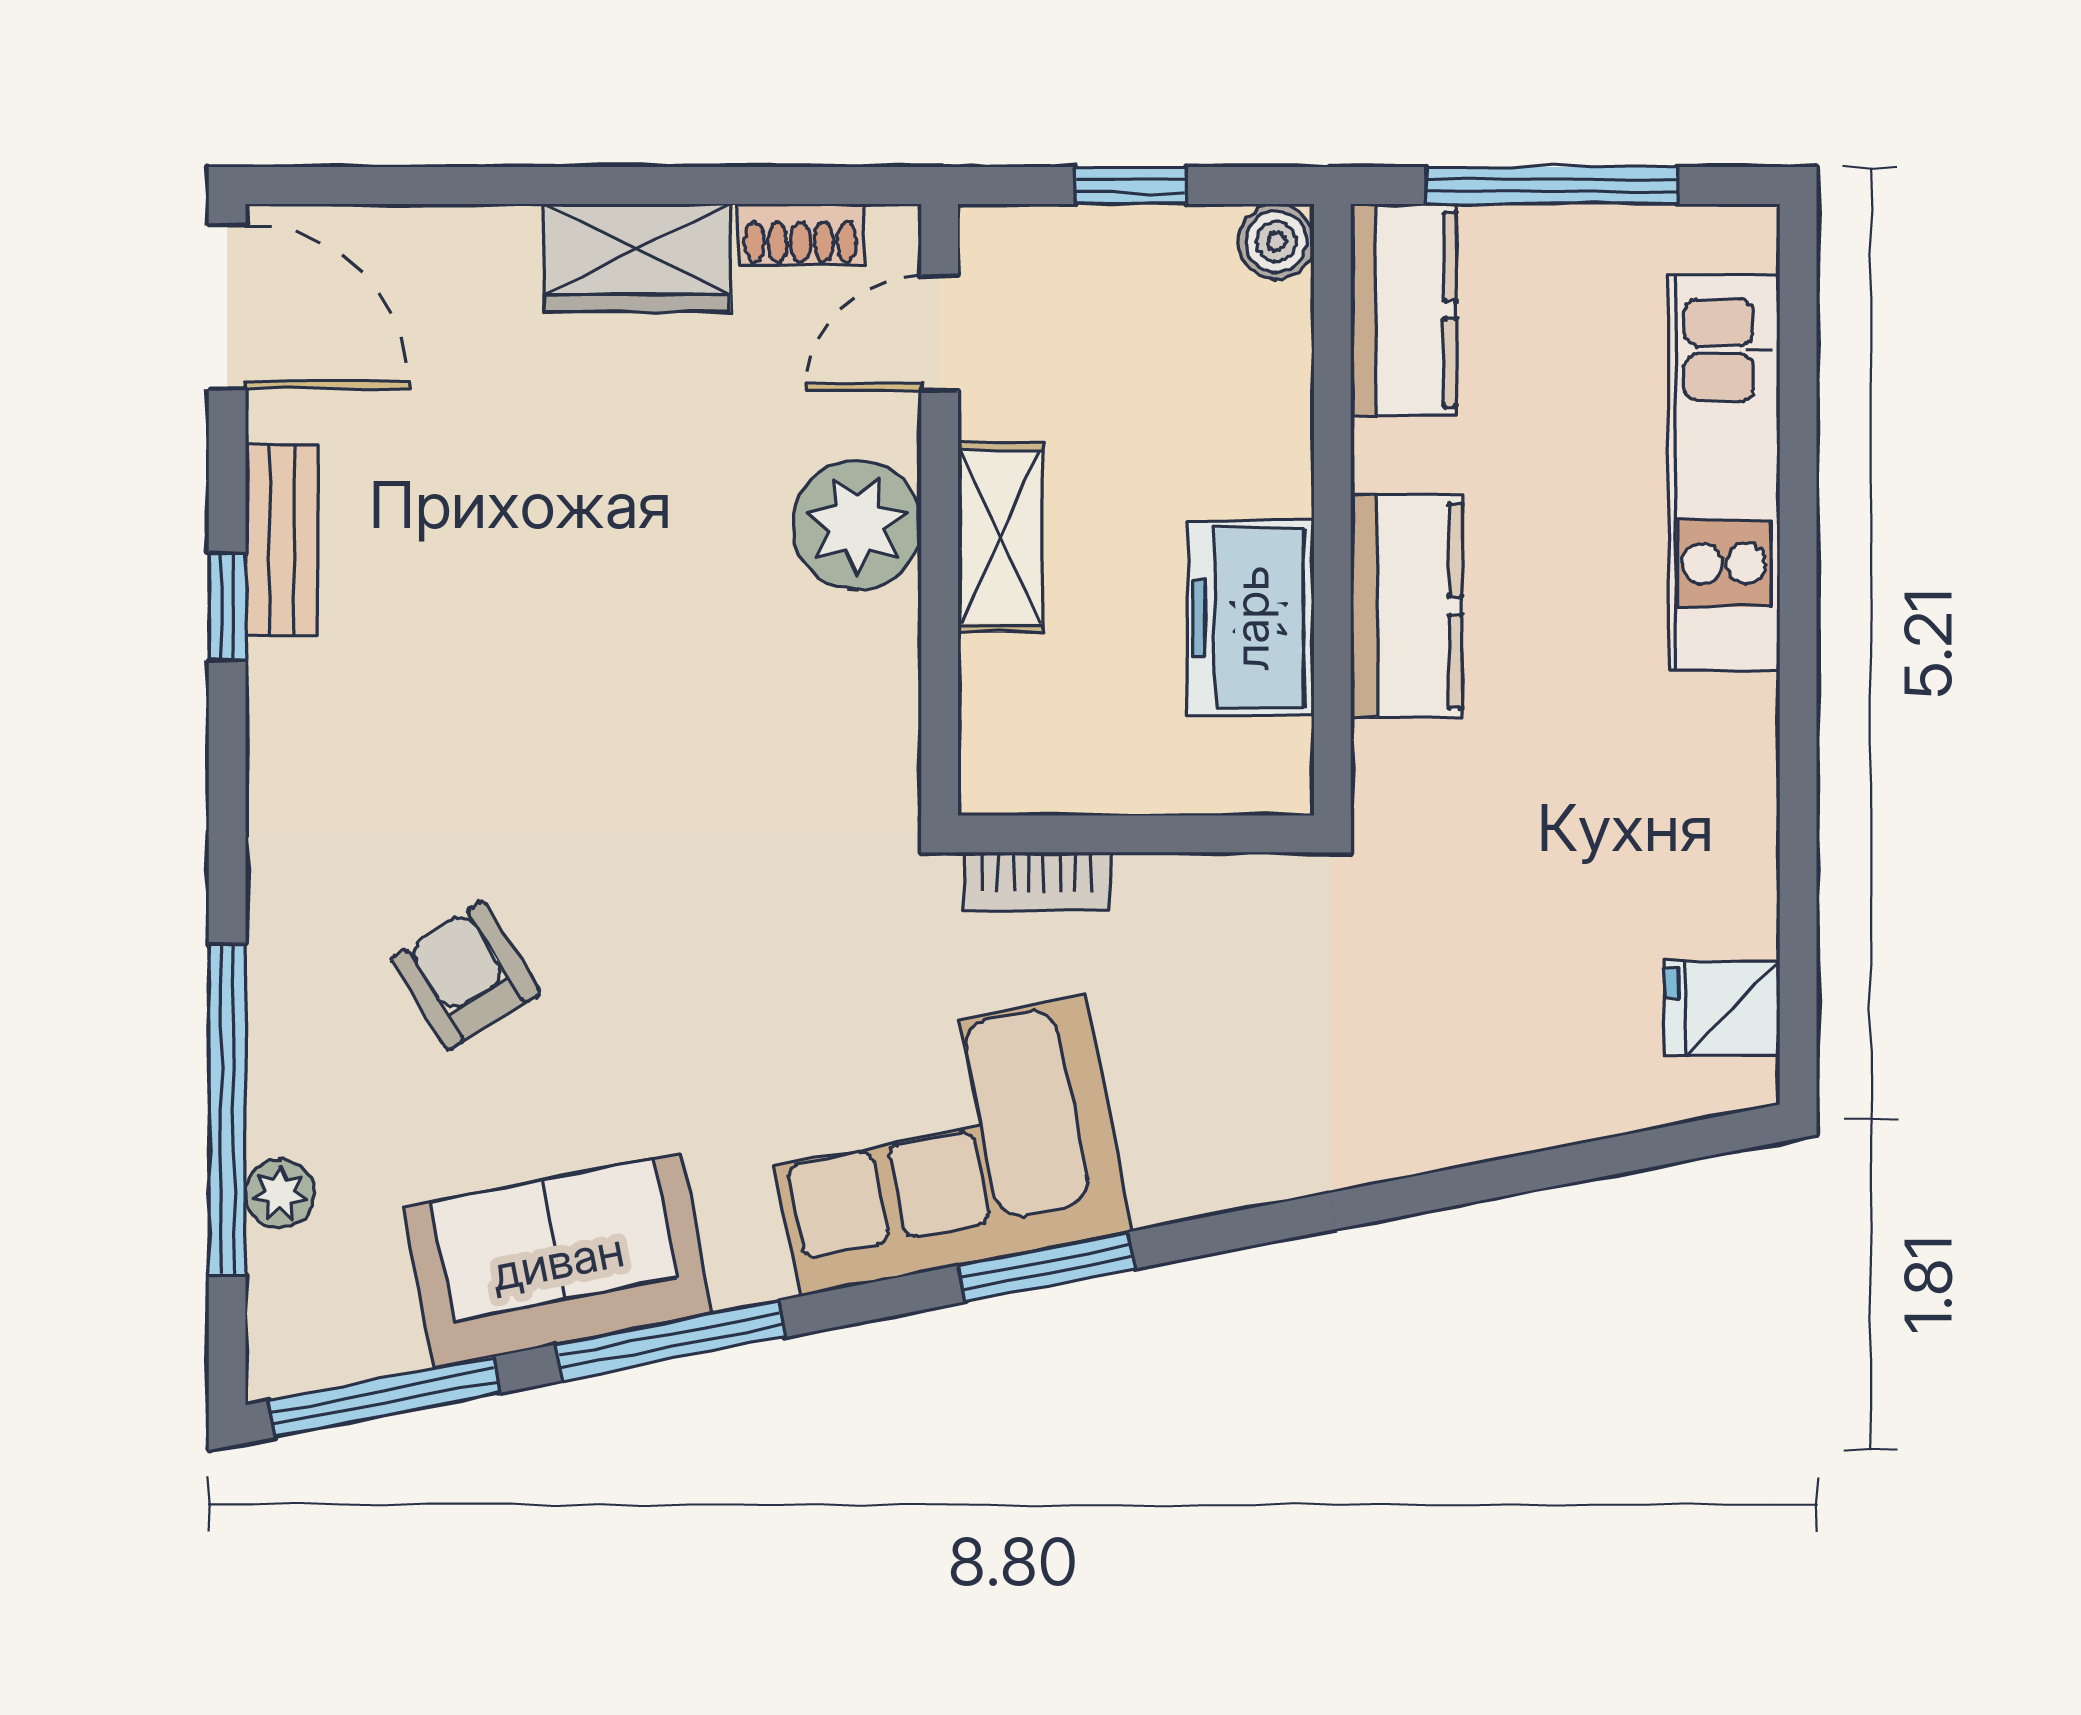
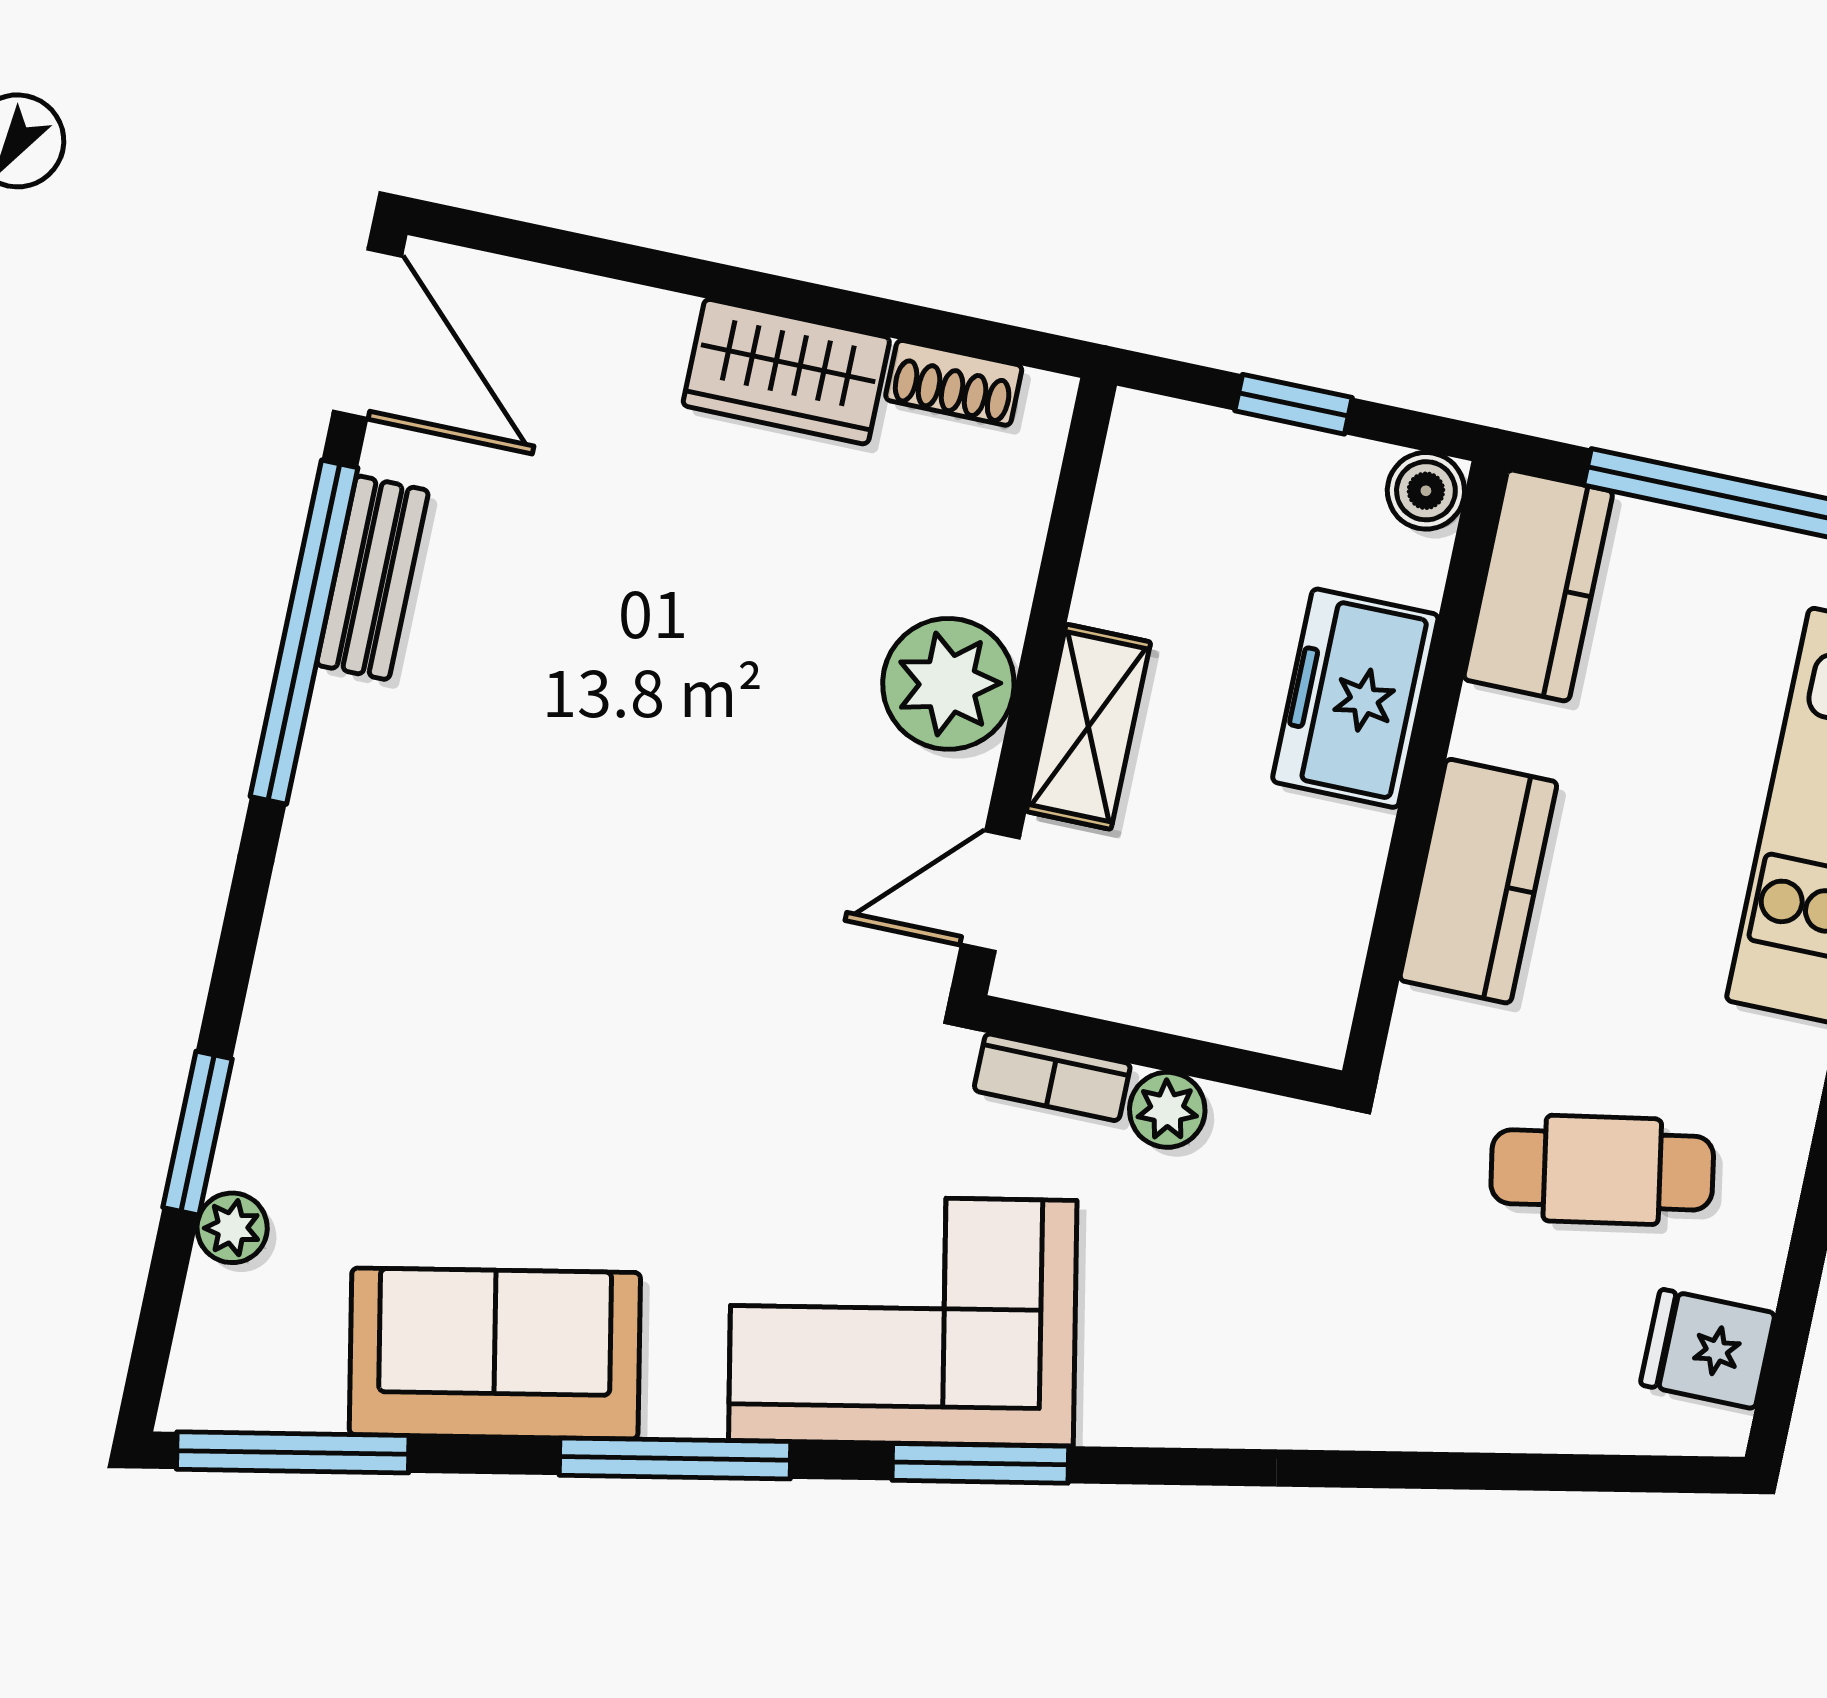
door: (940, 333) -> (990, 891), moved
window: (227, 607) -> (304, 632), width x3.17
freezer: (1251, 618) -> (1355, 698), moved
cafe table: (1584, 858) -> (1602, 1170), added
plant: (1154, 889) -> (1167, 1110), added
armchair: (465, 975) -> (463, 1050), removed
window: (227, 1110) -> (198, 1133), width x0.47
window: (671, 1341) -> (675, 1458), moved

